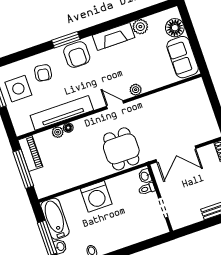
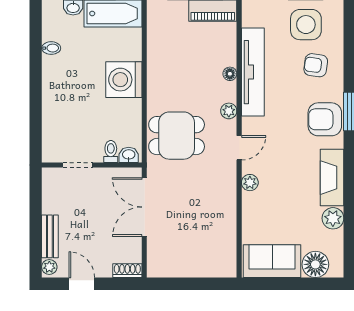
plant: (58, 132) -> (229, 111), moved

